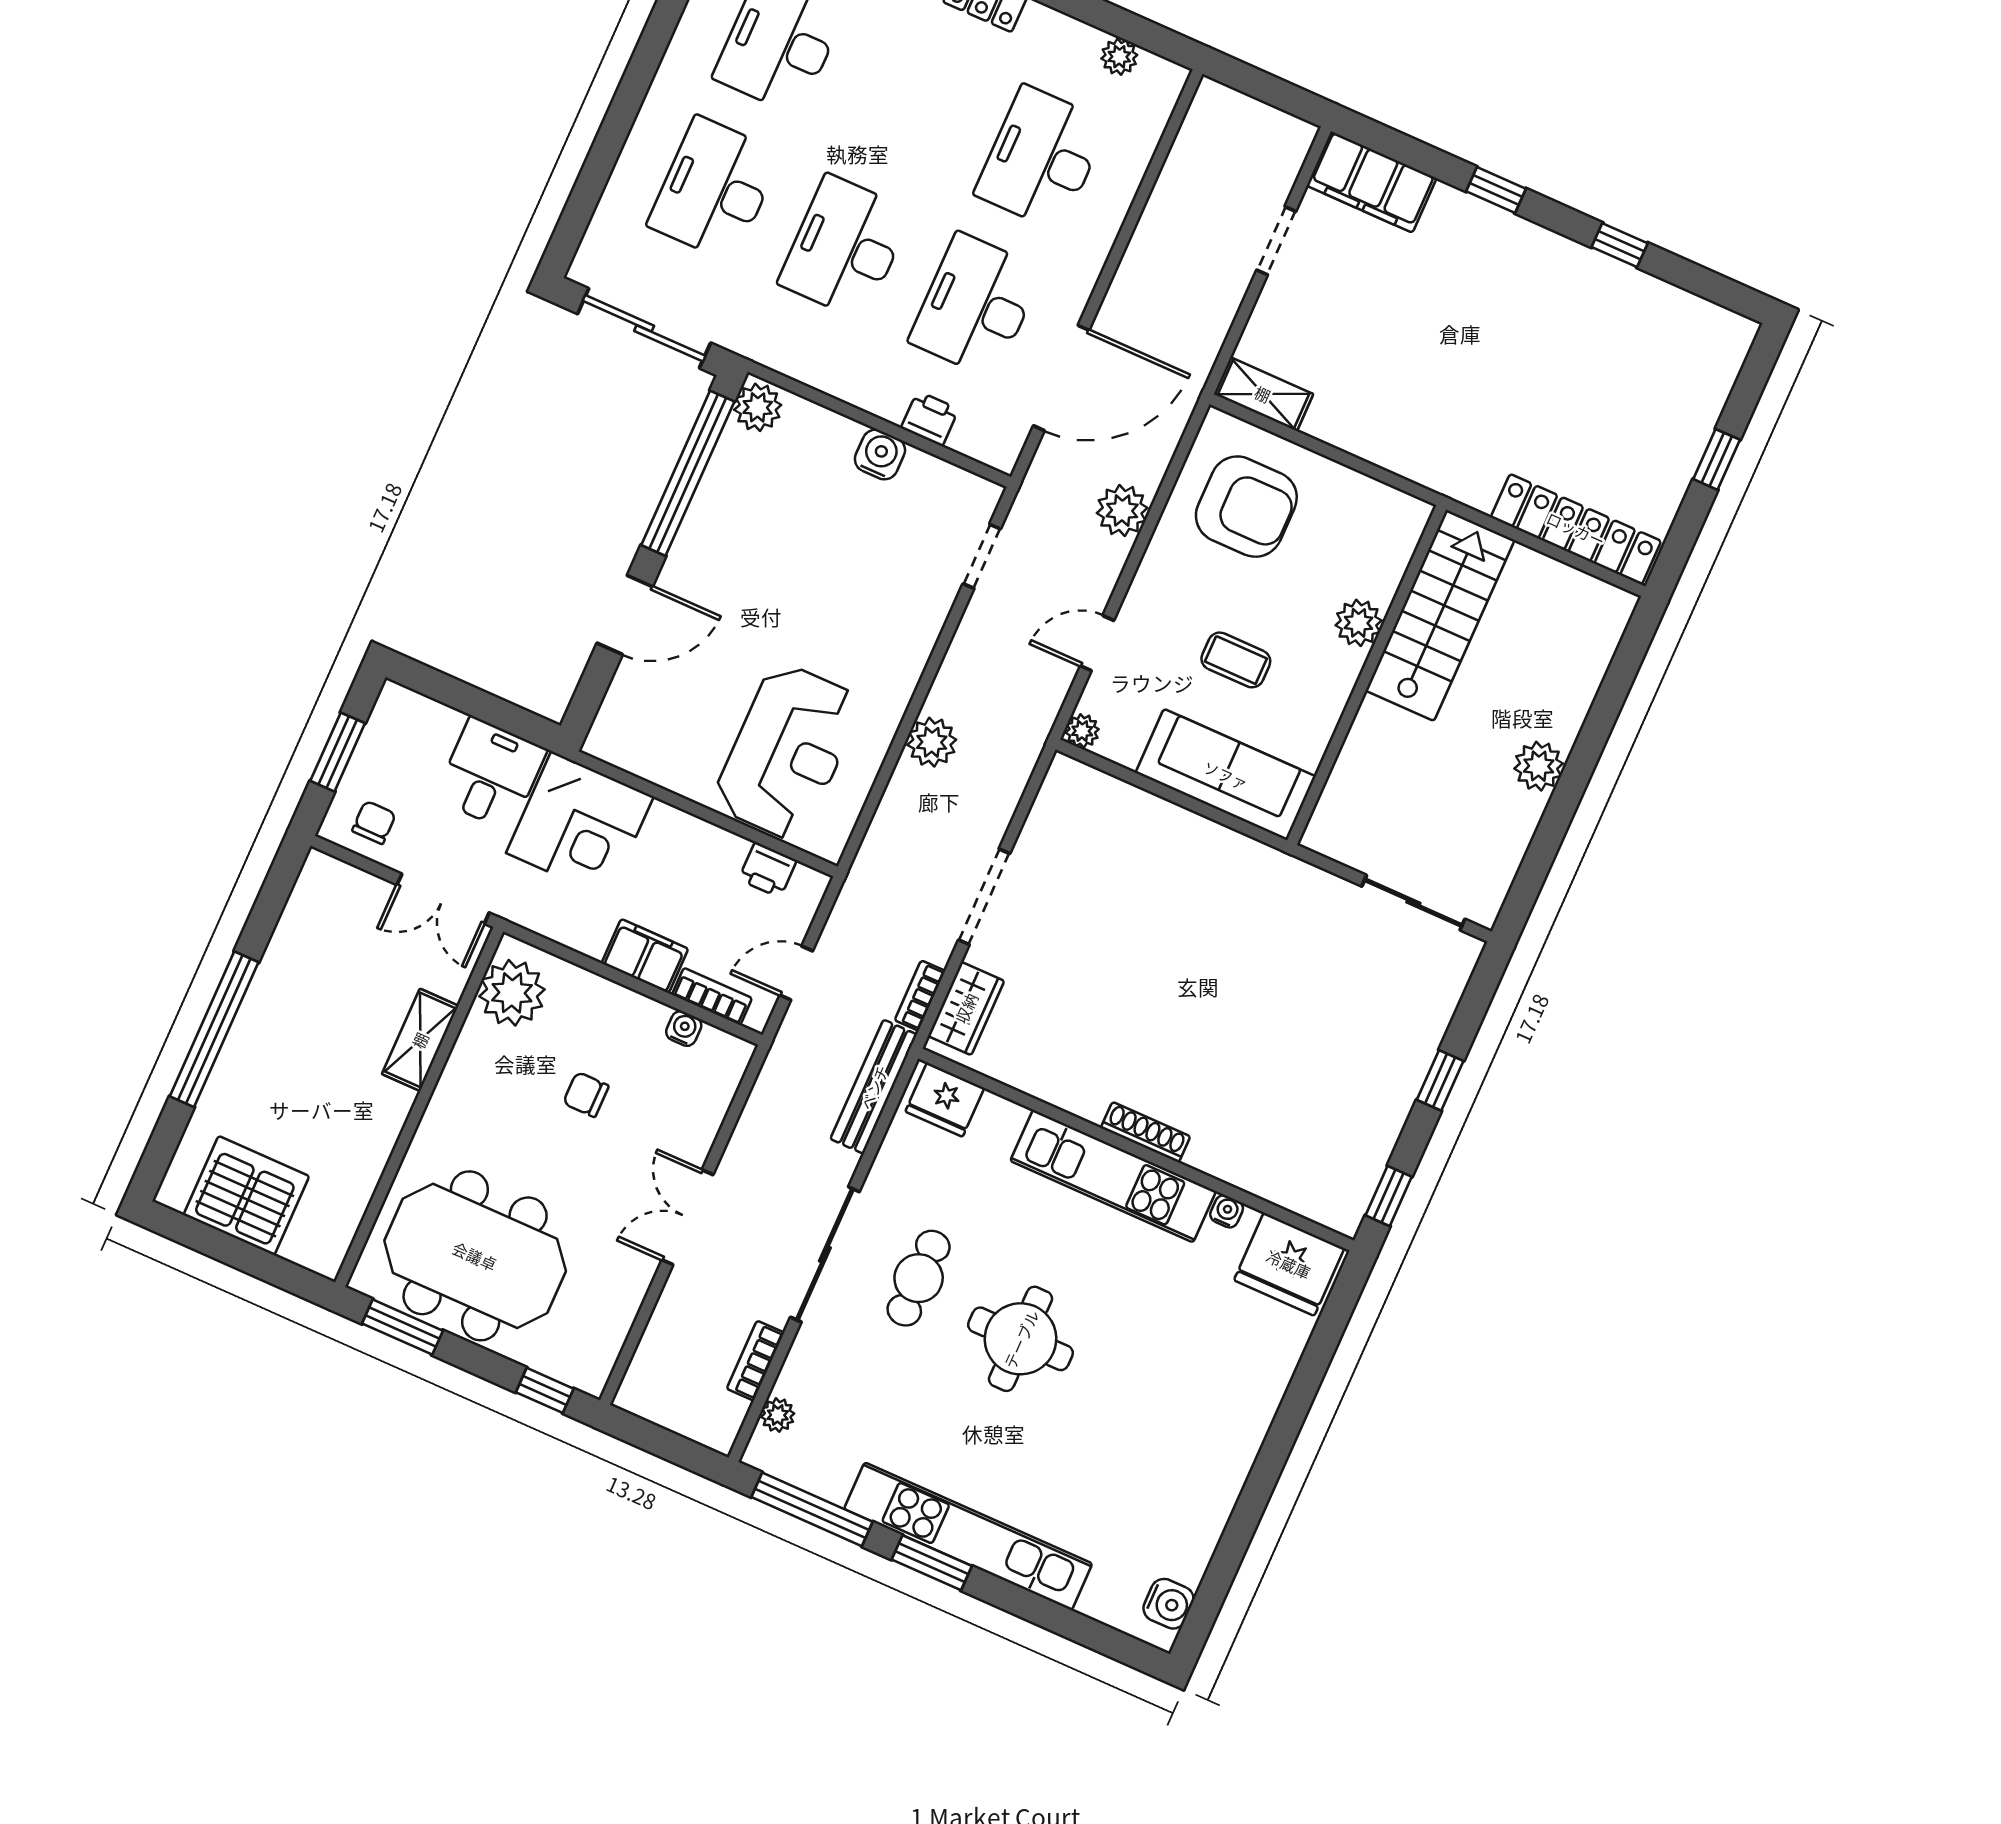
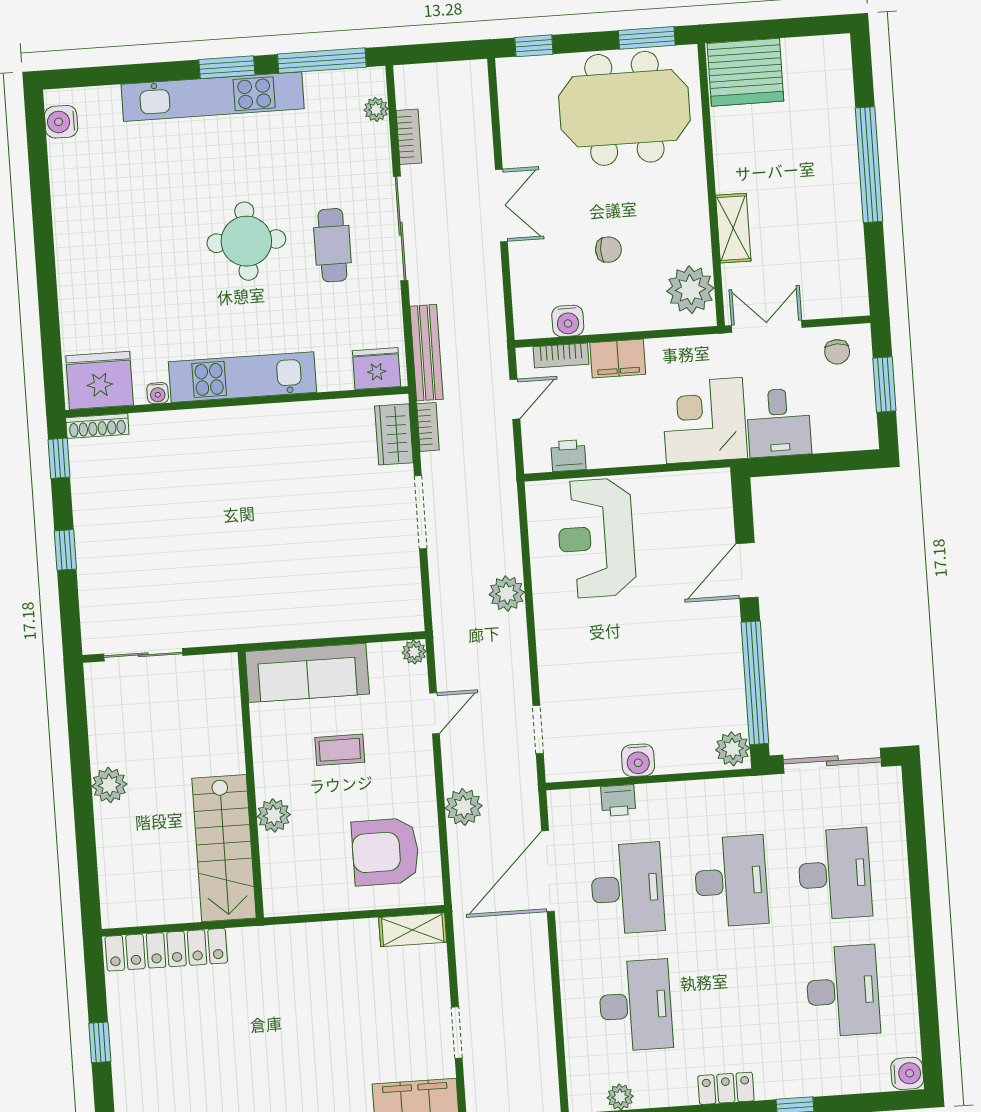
water cooler: (684, 1029) -> (568, 321), width x1.38, depth x1.38
shoe rack: (1146, 1132) -> (97, 426), moved
server rack: (246, 1196) -> (745, 72), moved

